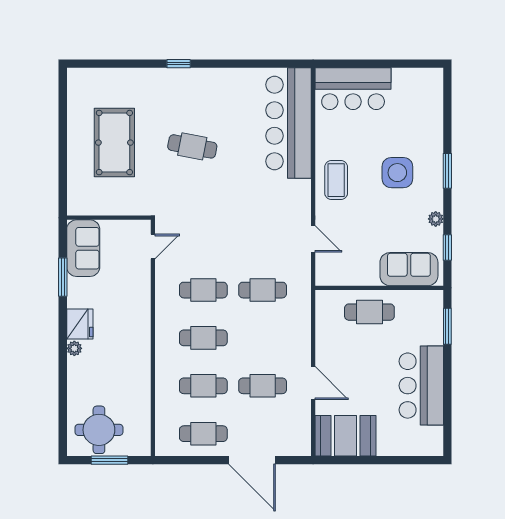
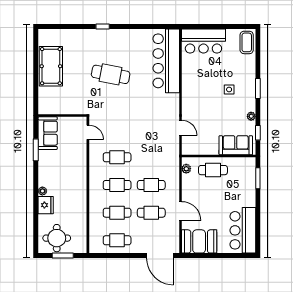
pool table: (114, 143) -> (51, 66), moved
cafe table: (192, 146) -> (111, 74), width x1.37, depth x1.35
side table: (397, 173) -> (229, 90), width x0.54, depth x0.54
coffee table: (336, 180) -> (247, 42), moved
door: (153, 247) -> (88, 132), hinge flipped
cafe table: (263, 290) -> (151, 185), moved
plant: (323, 310) -> (186, 169), added
fridge: (80, 324) -> (46, 205), moved
bar counter: (421, 386) -> (243, 230), moved
door: (252, 460) -> (160, 256), moved

